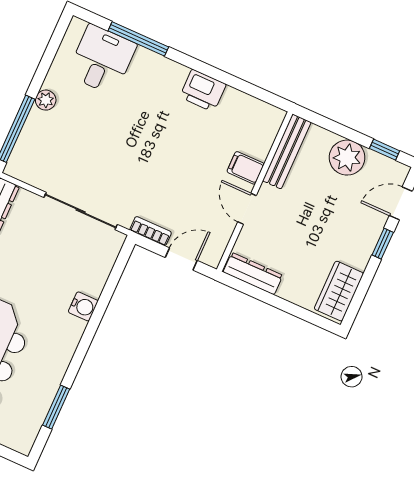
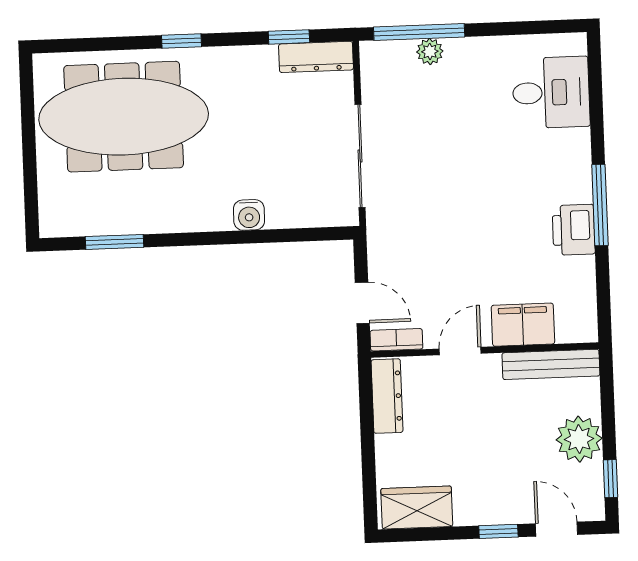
window: (138, 39) -> (600, 205), moved
plant: (46, 100) -> (430, 52), moved
filing cabinet: (246, 168) -> (523, 325), width x2.00
bookcase: (151, 231) -> (396, 340), moved, turned -90

